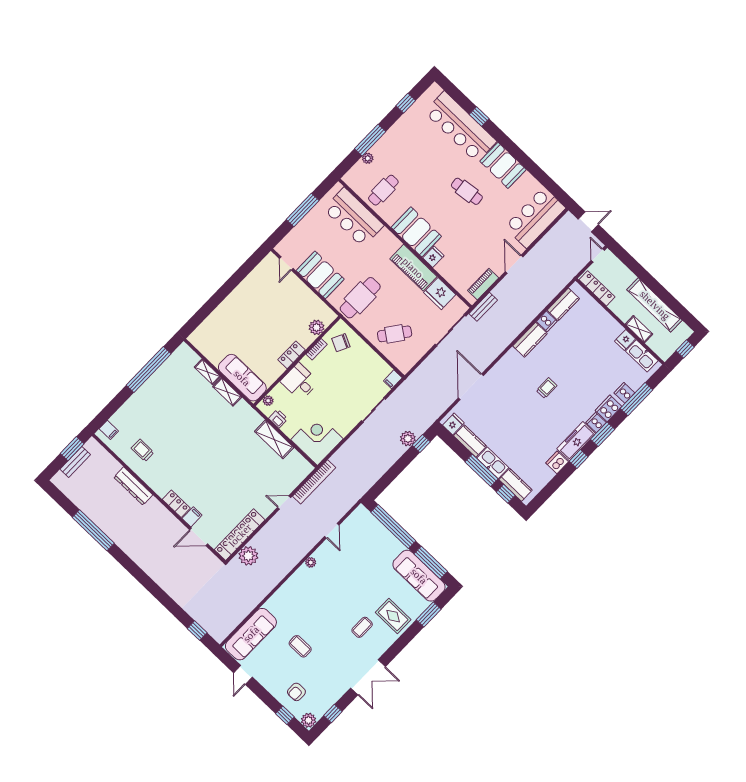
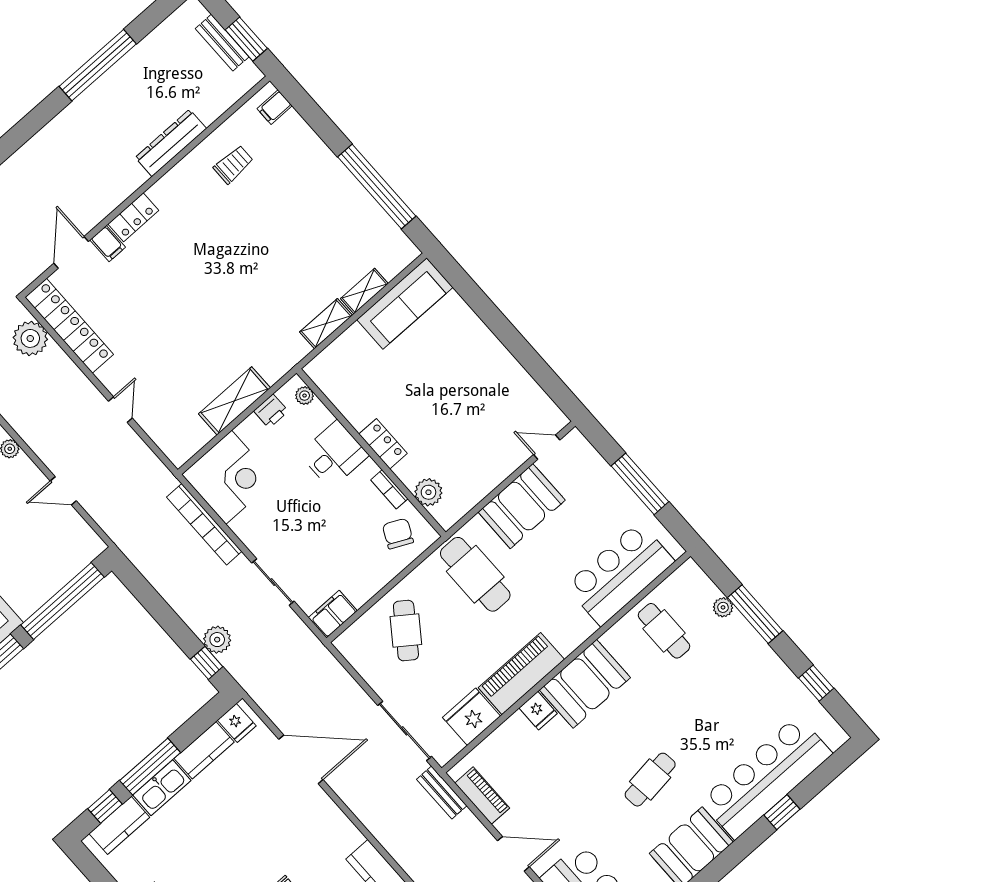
sofa: (242, 378) -> (405, 303), moved
filing cabinet: (393, 379) -> (333, 614), width x2.00
bookcase: (314, 482) -> (204, 524), moved

